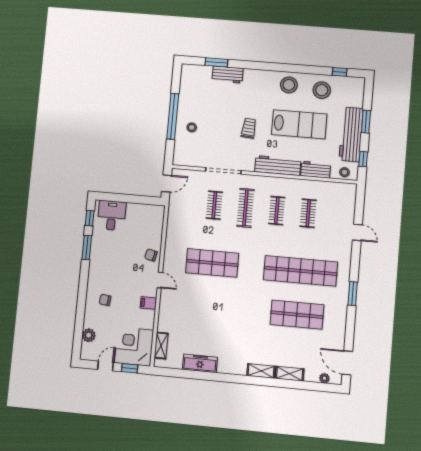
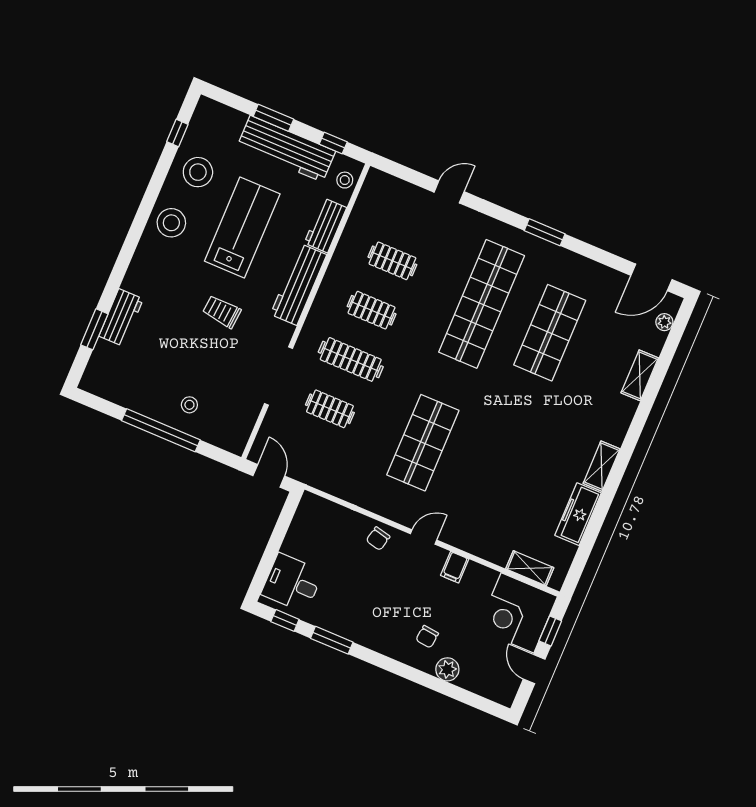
plant: (89, 335) -> (447, 669), moved
shelving: (261, 371) -> (602, 466), moved

